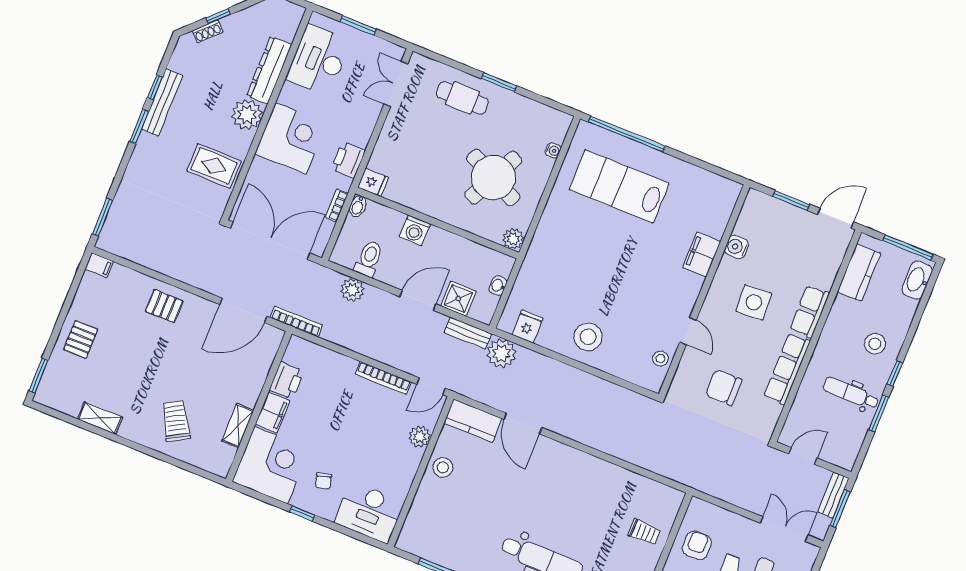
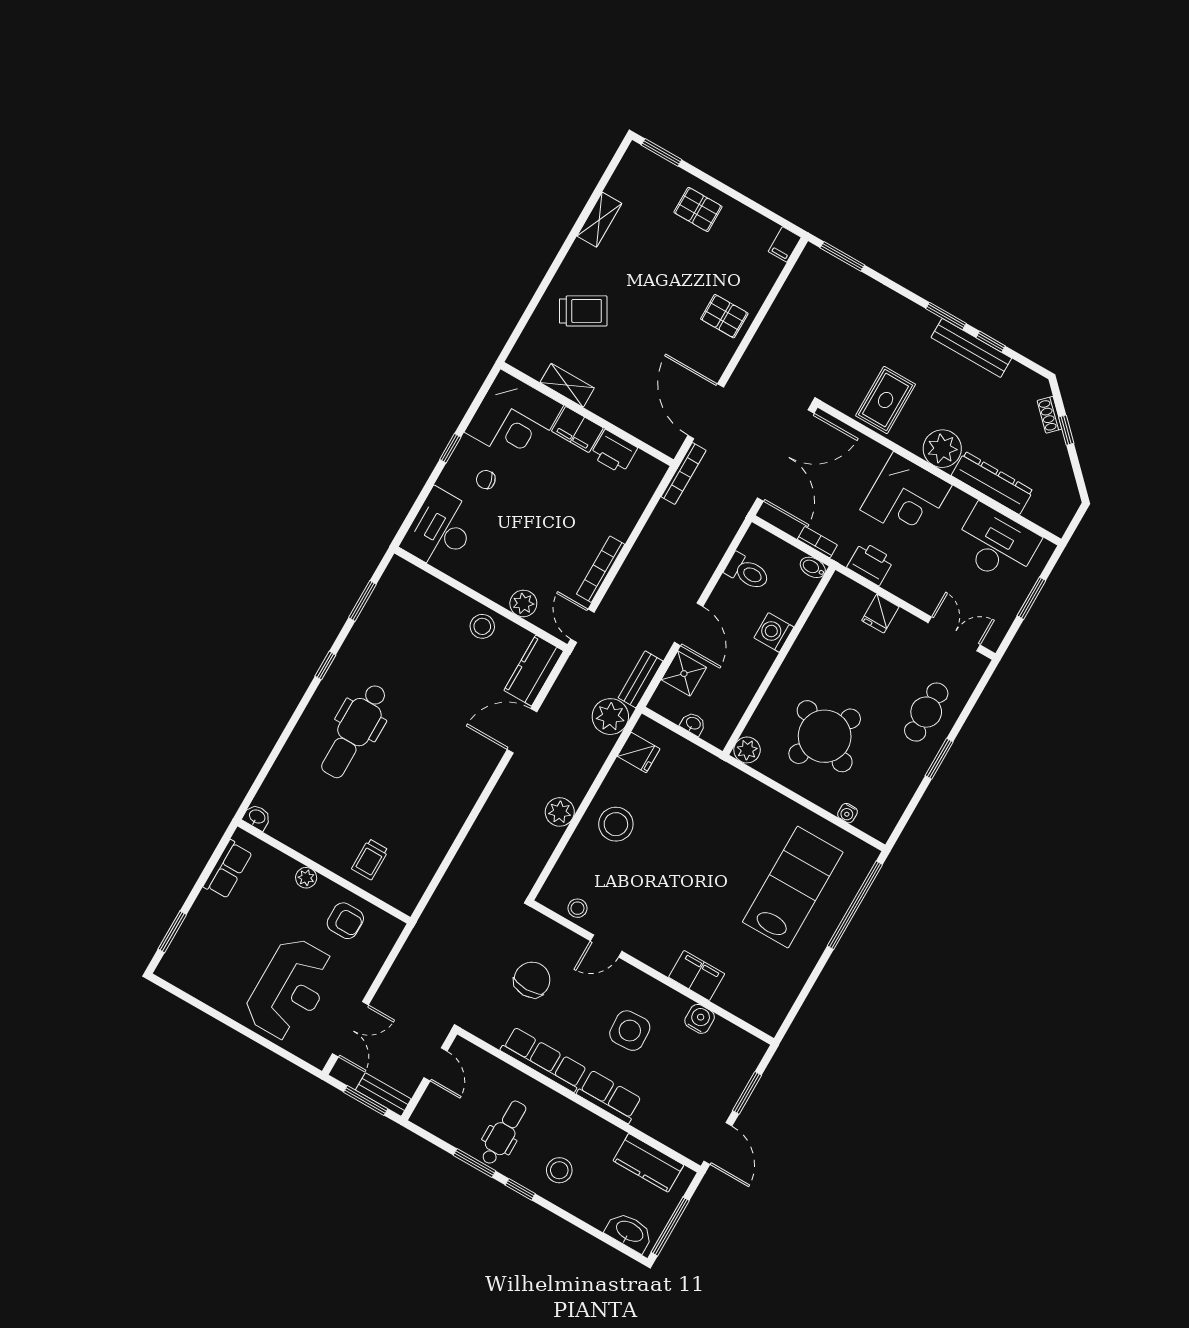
fridge: (373, 182) -> (880, 614), moved
plant: (352, 290) -> (560, 812), moved
pallet: (164, 306) -> (724, 316), turned 90

